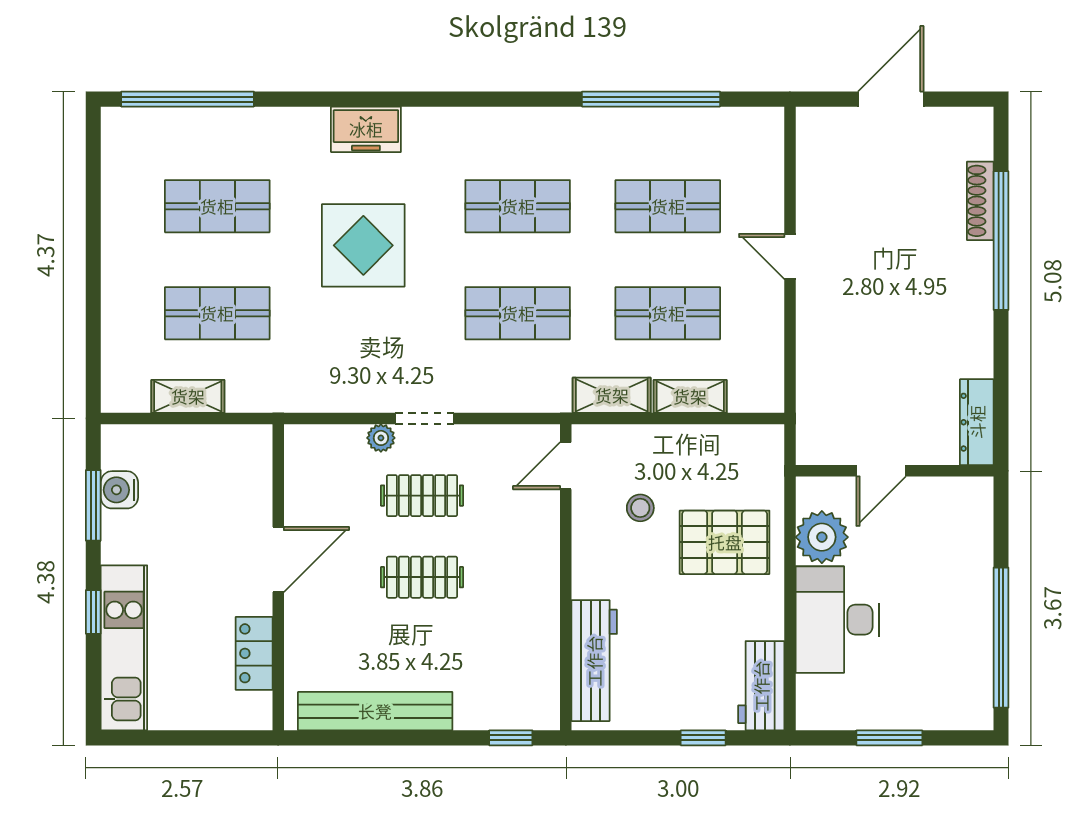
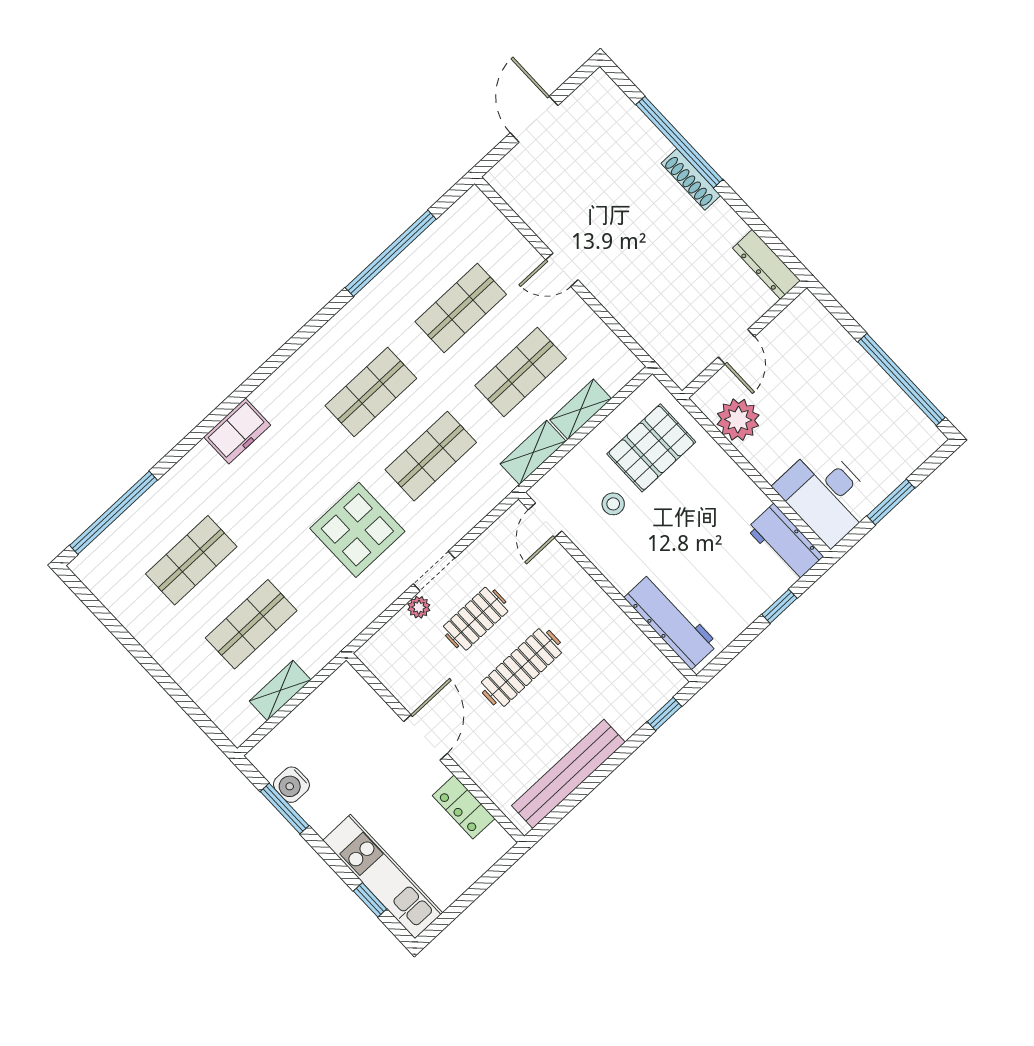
shoe rack: (980, 201) -> (691, 179), moved
display table: (363, 245) -> (357, 530), moved
pallet: (725, 542) -> (651, 448), moved
clothes rail: (422, 577) -> (521, 668), width x1.36
window: (93, 612) -> (370, 900), moved
desk: (837, 620) -> (826, 495), moved

